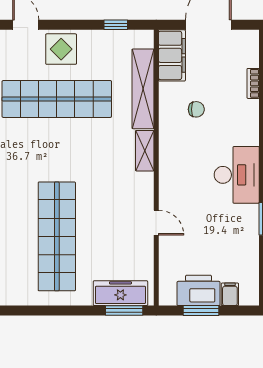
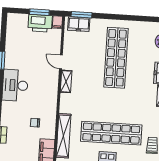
shelving: (145, 151) -> (66, 81), moved
freezer: (120, 293) -> (79, 24), width x0.71
filing cabinet: (230, 294) -> (57, 22), moved

